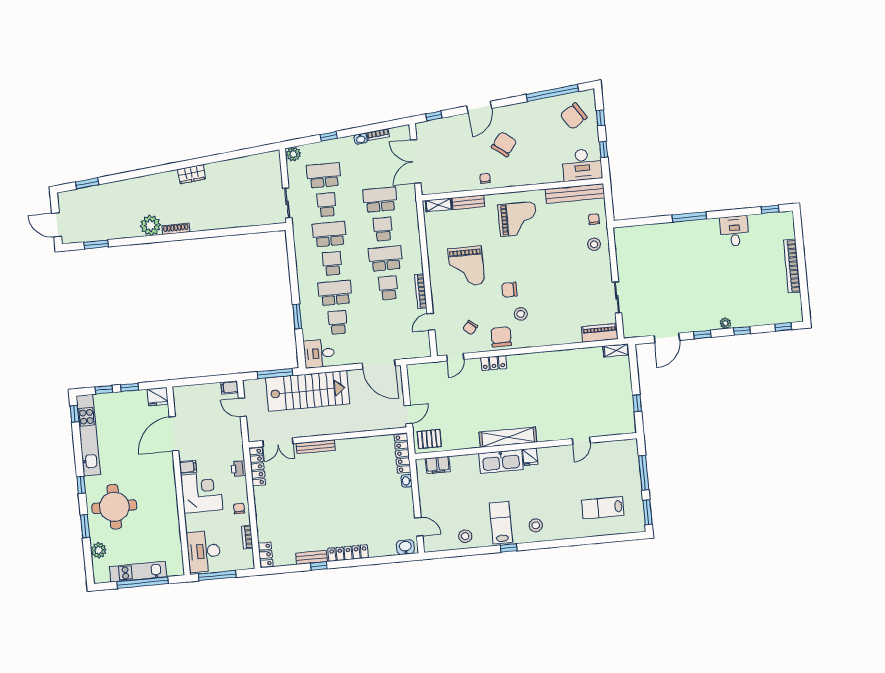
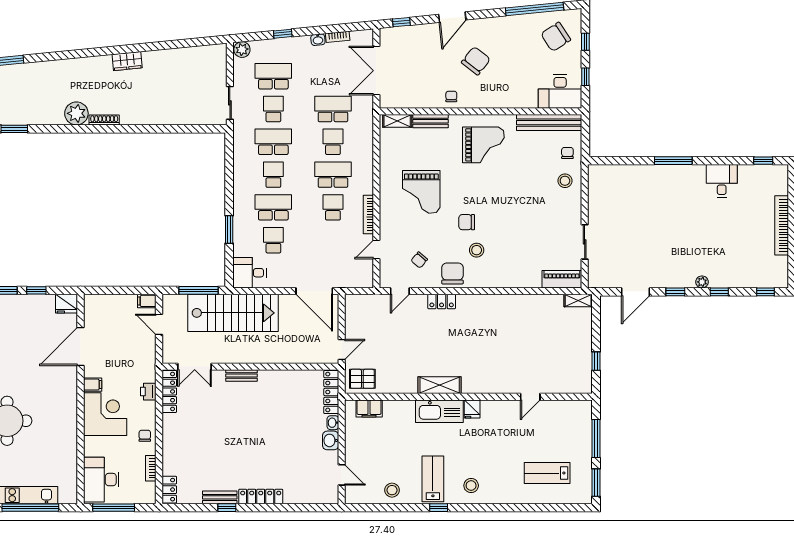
shelving: (508, 437) -> (440, 385), width x0.68
bench: (316, 447) -> (242, 376), width x0.73
washbasin: (405, 547) -> (331, 440), moved, turned -90

